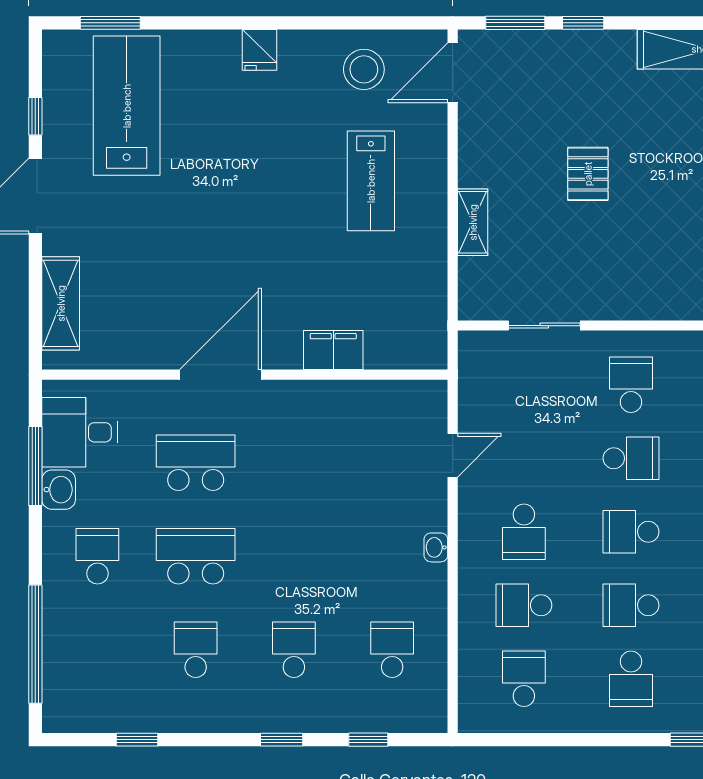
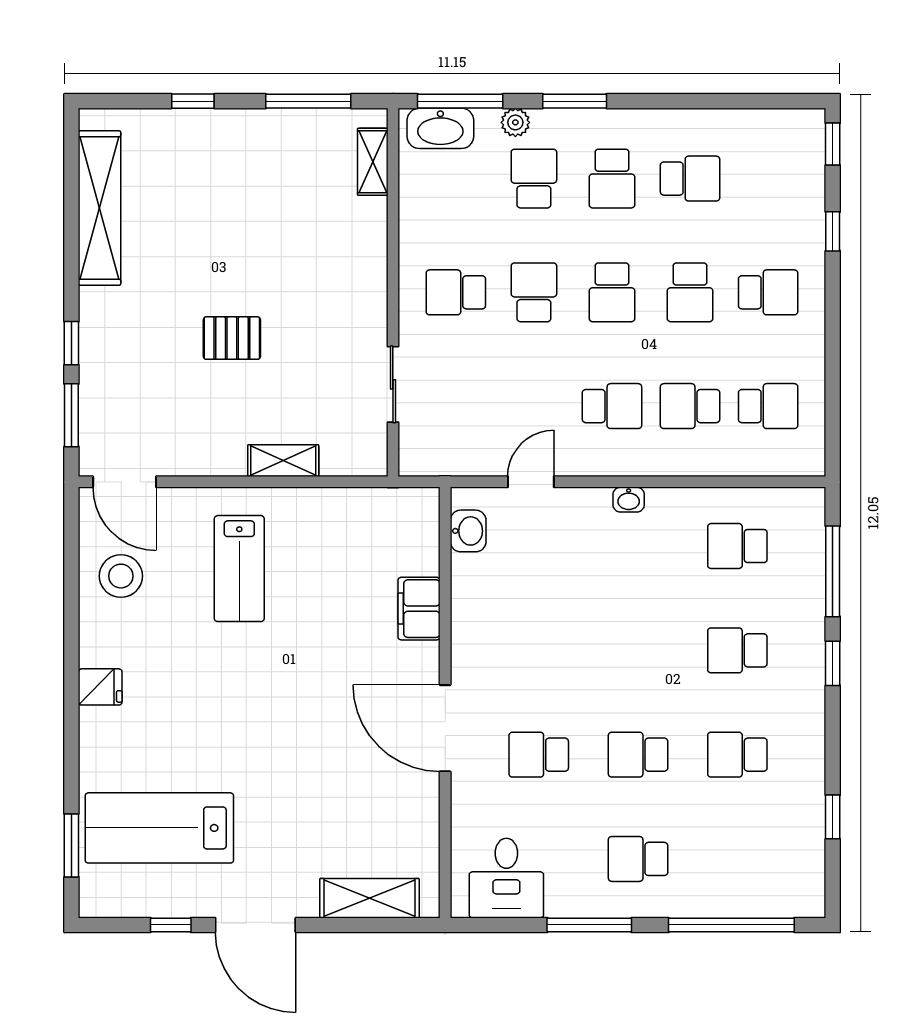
lab bench: (371, 181) -> (239, 569), turned 90
door: (453, 455) -> (531, 482), hinge flipped
school desk: (196, 463) -> (539, 755), width x0.54
window: (35, 466) -> (589, 925), moved
washbasin: (59, 490) -> (468, 531), moved, turned 90
school desk: (196, 556) -> (638, 755), width x0.54
school desk: (524, 605) -> (690, 406), turned 90
school desk: (524, 679) -> (768, 406), turned 180
window: (368, 740) -> (833, 571), width x2.17

